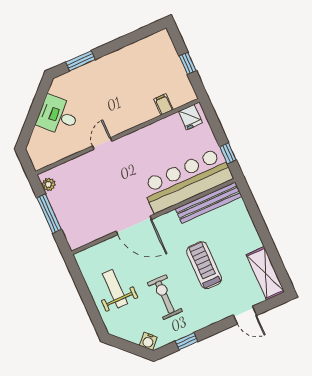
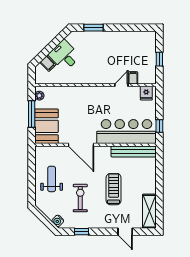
filing cabinet: (41, 136) -> (48, 63), added
door: (102, 143) -> (121, 85), moved
booth: (76, 221) -> (46, 126), added

